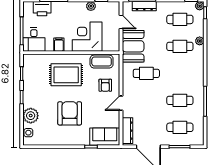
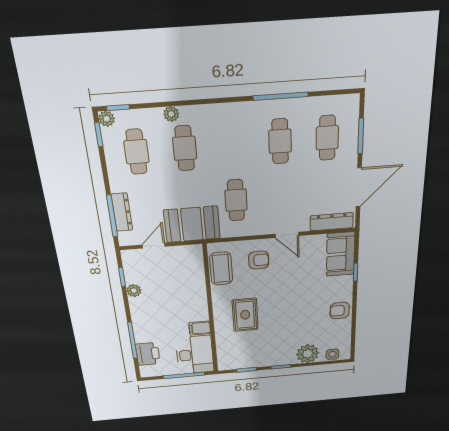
corner desk: (87, 37) -> (183, 292), removed
desk: (34, 40) -> (195, 355), width x1.37
rug: (66, 75) -> (245, 315), width x0.73, depth x0.70
armchair: (70, 113) -> (340, 311), moved, width x0.53, depth x0.53

